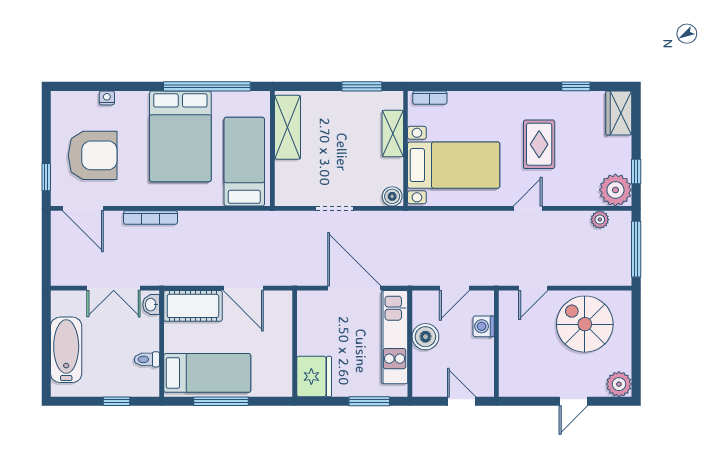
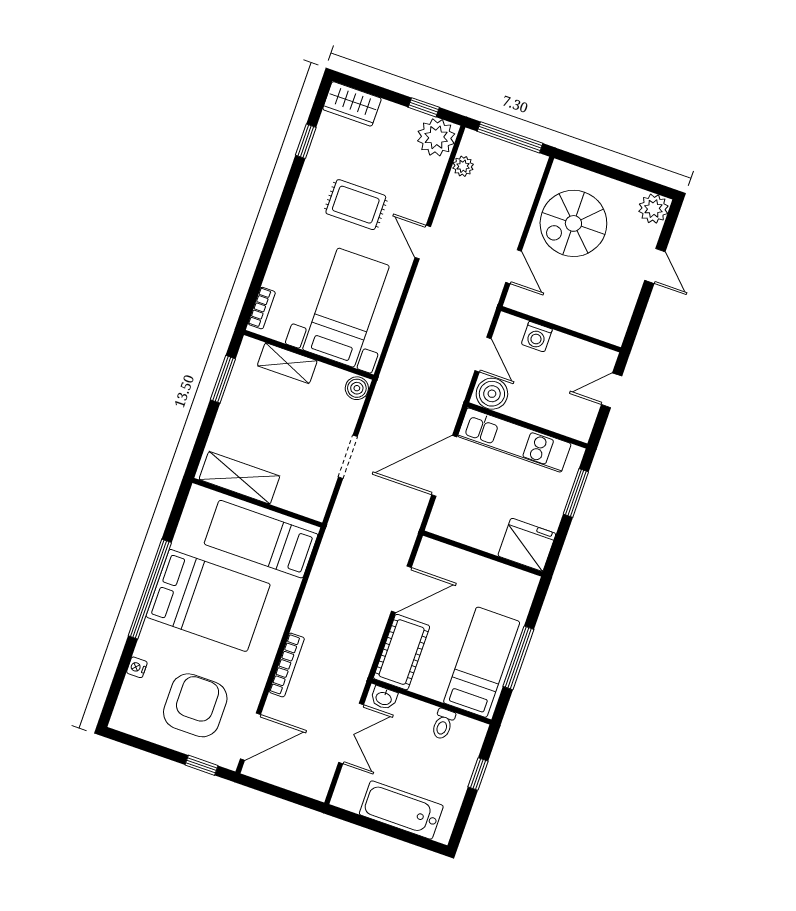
window: (207, 86) -> (150, 589), moved
boiler: (425, 337) -> (492, 394), moved

